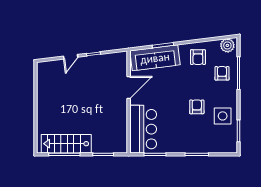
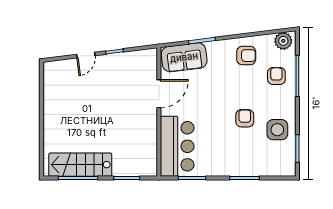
armchair: (198, 57) -> (246, 56), turned -90
sofa: (155, 58) -> (184, 57), width x0.73

